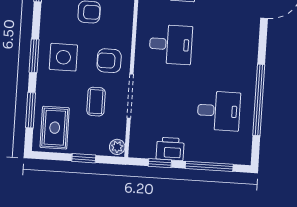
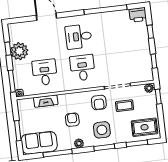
plant: (48, 16) -> (79, 143), added
desk: (219, 111) -> (79, 37), moved, turned -90
printer: (170, 149) -> (138, 15), moved, turned -90
window: (84, 158) -> (158, 97), moved
window: (209, 166) -> (150, 32), width x0.46

